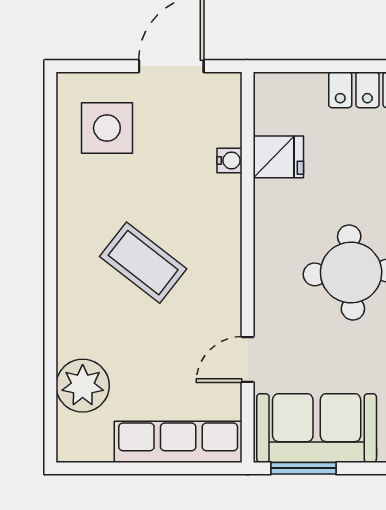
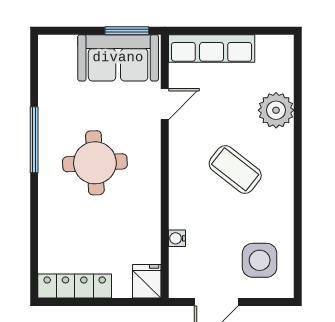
fridge: (278, 157) -> (147, 281), moved, turned 90
plant: (83, 386) -> (276, 110), moved

